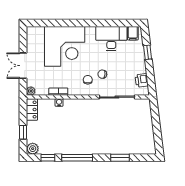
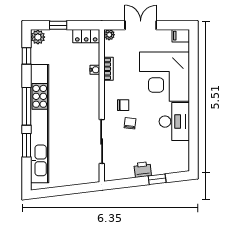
filing cabinet: (133, 33) -> (181, 36), moved
desk: (111, 38) -> (174, 122), moved
printer: (142, 80) -> (143, 170), moved
kitchen unit: (103, 147) -> (40, 124), added
window: (77, 158) -> (27, 106), moved

